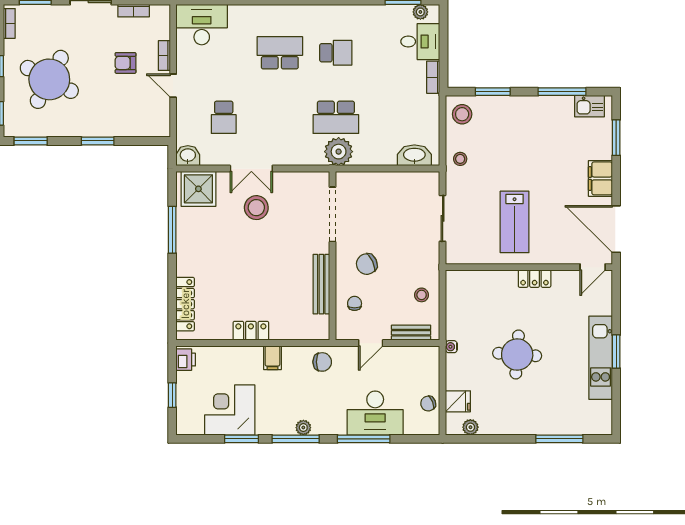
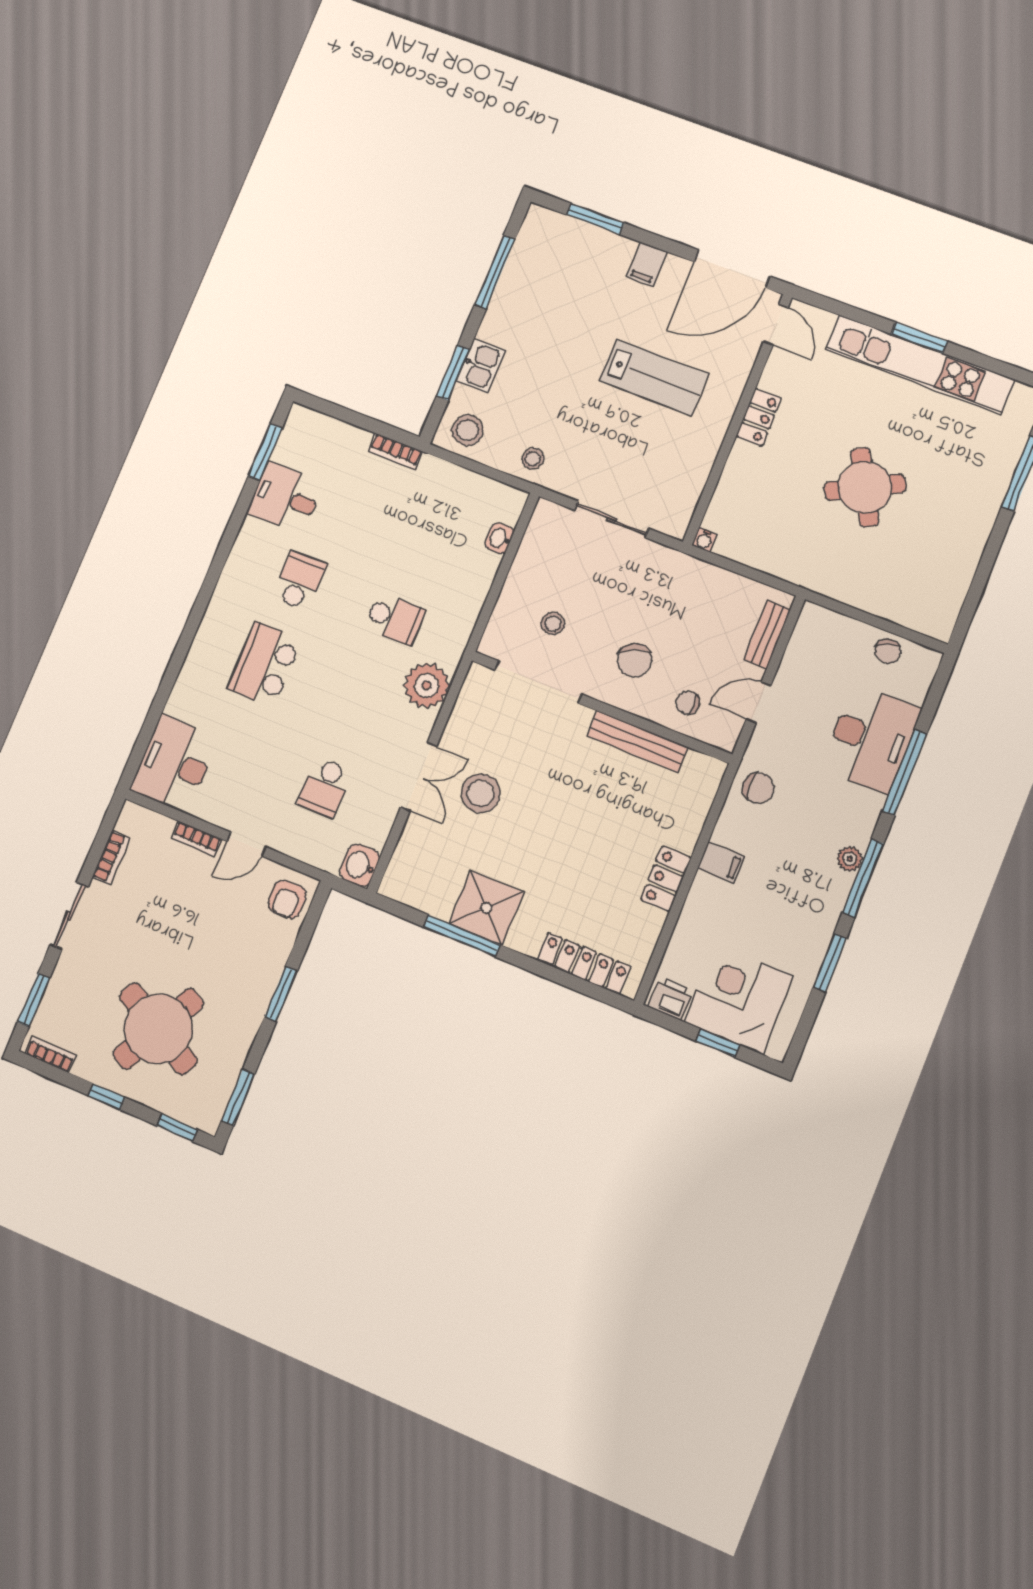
plant: (420, 12) -> (292, 433), removed
desk: (420, 42) -> (285, 498), moved, turned -90
armchair: (125, 63) -> (287, 899), moved
kitchen sink: (590, 106) -> (481, 366), moved
school desk: (224, 117) -> (325, 787), turned 90
school desk: (336, 117) -> (395, 619), width x0.54
plant: (339, 152) -> (427, 686), moved
washbasin: (414, 155) -> (499, 538), width x0.52, depth x0.69
filing cabinet: (600, 178) -> (647, 264), width x0.50
shower: (198, 189) -> (486, 908), moved
lab bench: (515, 222) -> (654, 377), moved
stool: (422, 295) -> (553, 623), moved
door: (371, 343) -> (759, 702), swing flipped
water cooler: (451, 347) -> (704, 540), moved
round table: (517, 355) -> (865, 487), turned -32
kitchen unit: (601, 358) -> (920, 364), width x1.36
chair: (322, 362) -> (758, 788), turned 90
fridge: (458, 401) -> (902, 605), removed
corner desk: (230, 410) -> (739, 999), moved, turned 90
plant: (470, 427) -> (951, 601), removed

